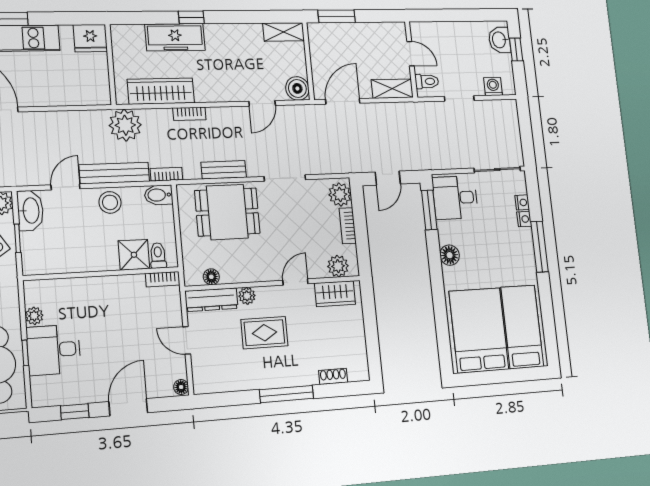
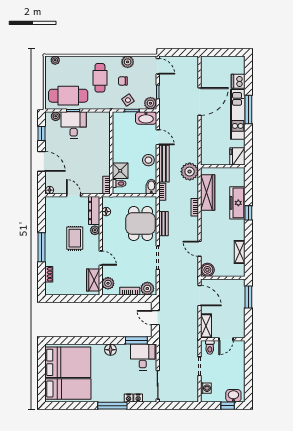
shelving: (283, 32) -> (240, 252), moved
plant: (34, 316) -> (56, 116), moved
door: (187, 340) -> (74, 195), hinge flipped

